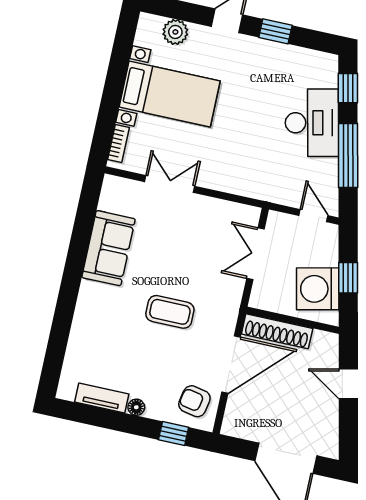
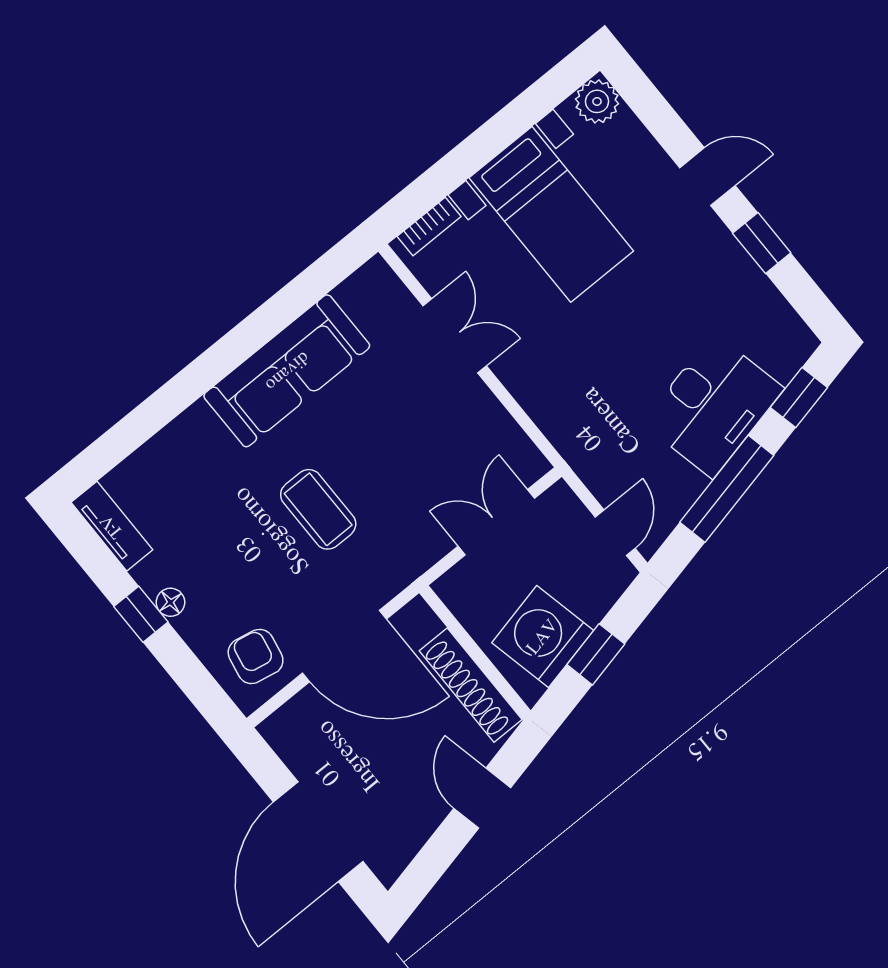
plant: (175, 32) -> (597, 101), moved
sofa: (108, 248) -> (287, 371), width x1.36
shoe rack: (277, 331) -> (471, 685), moved
tv unit: (102, 398) -> (112, 526), moved
window: (174, 434) -> (141, 614), moved

